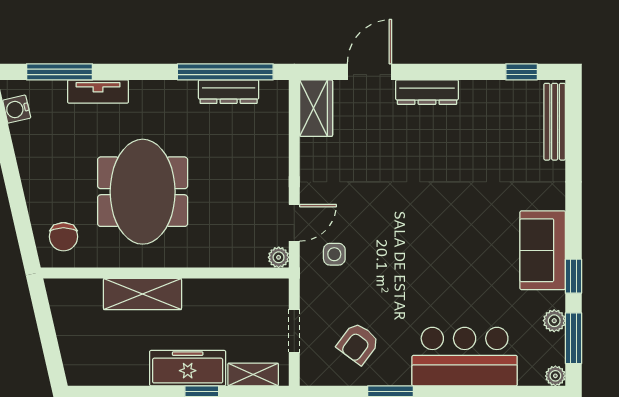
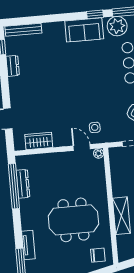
dresser: (427, 92) -> (13, 66), moved, width x0.70
wardrobe: (316, 108) -> (39, 141), moved
plant: (554, 321) -> (117, 26), width x1.87, depth x1.87

